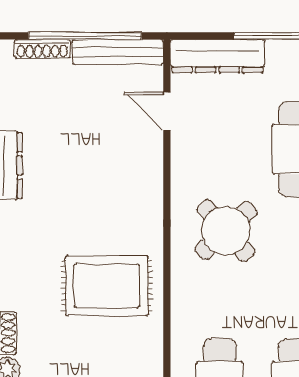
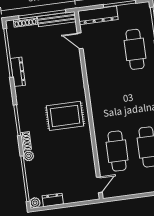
round table: (226, 231) -> (111, 87), removed

